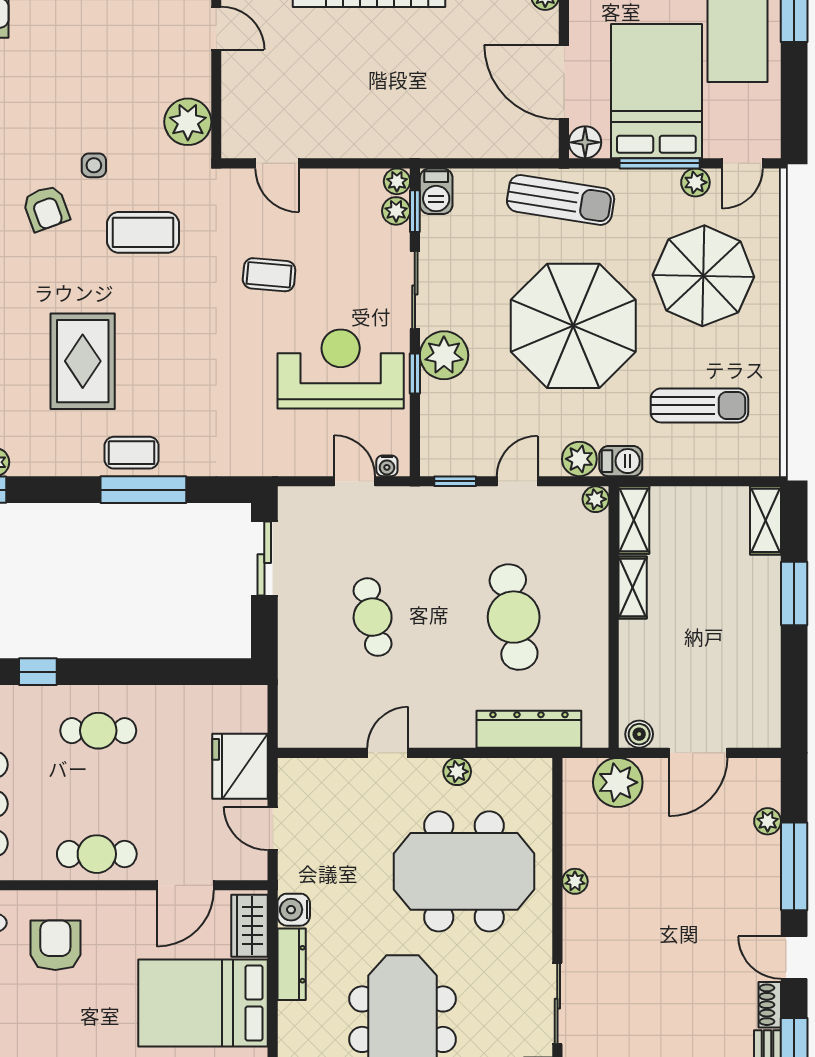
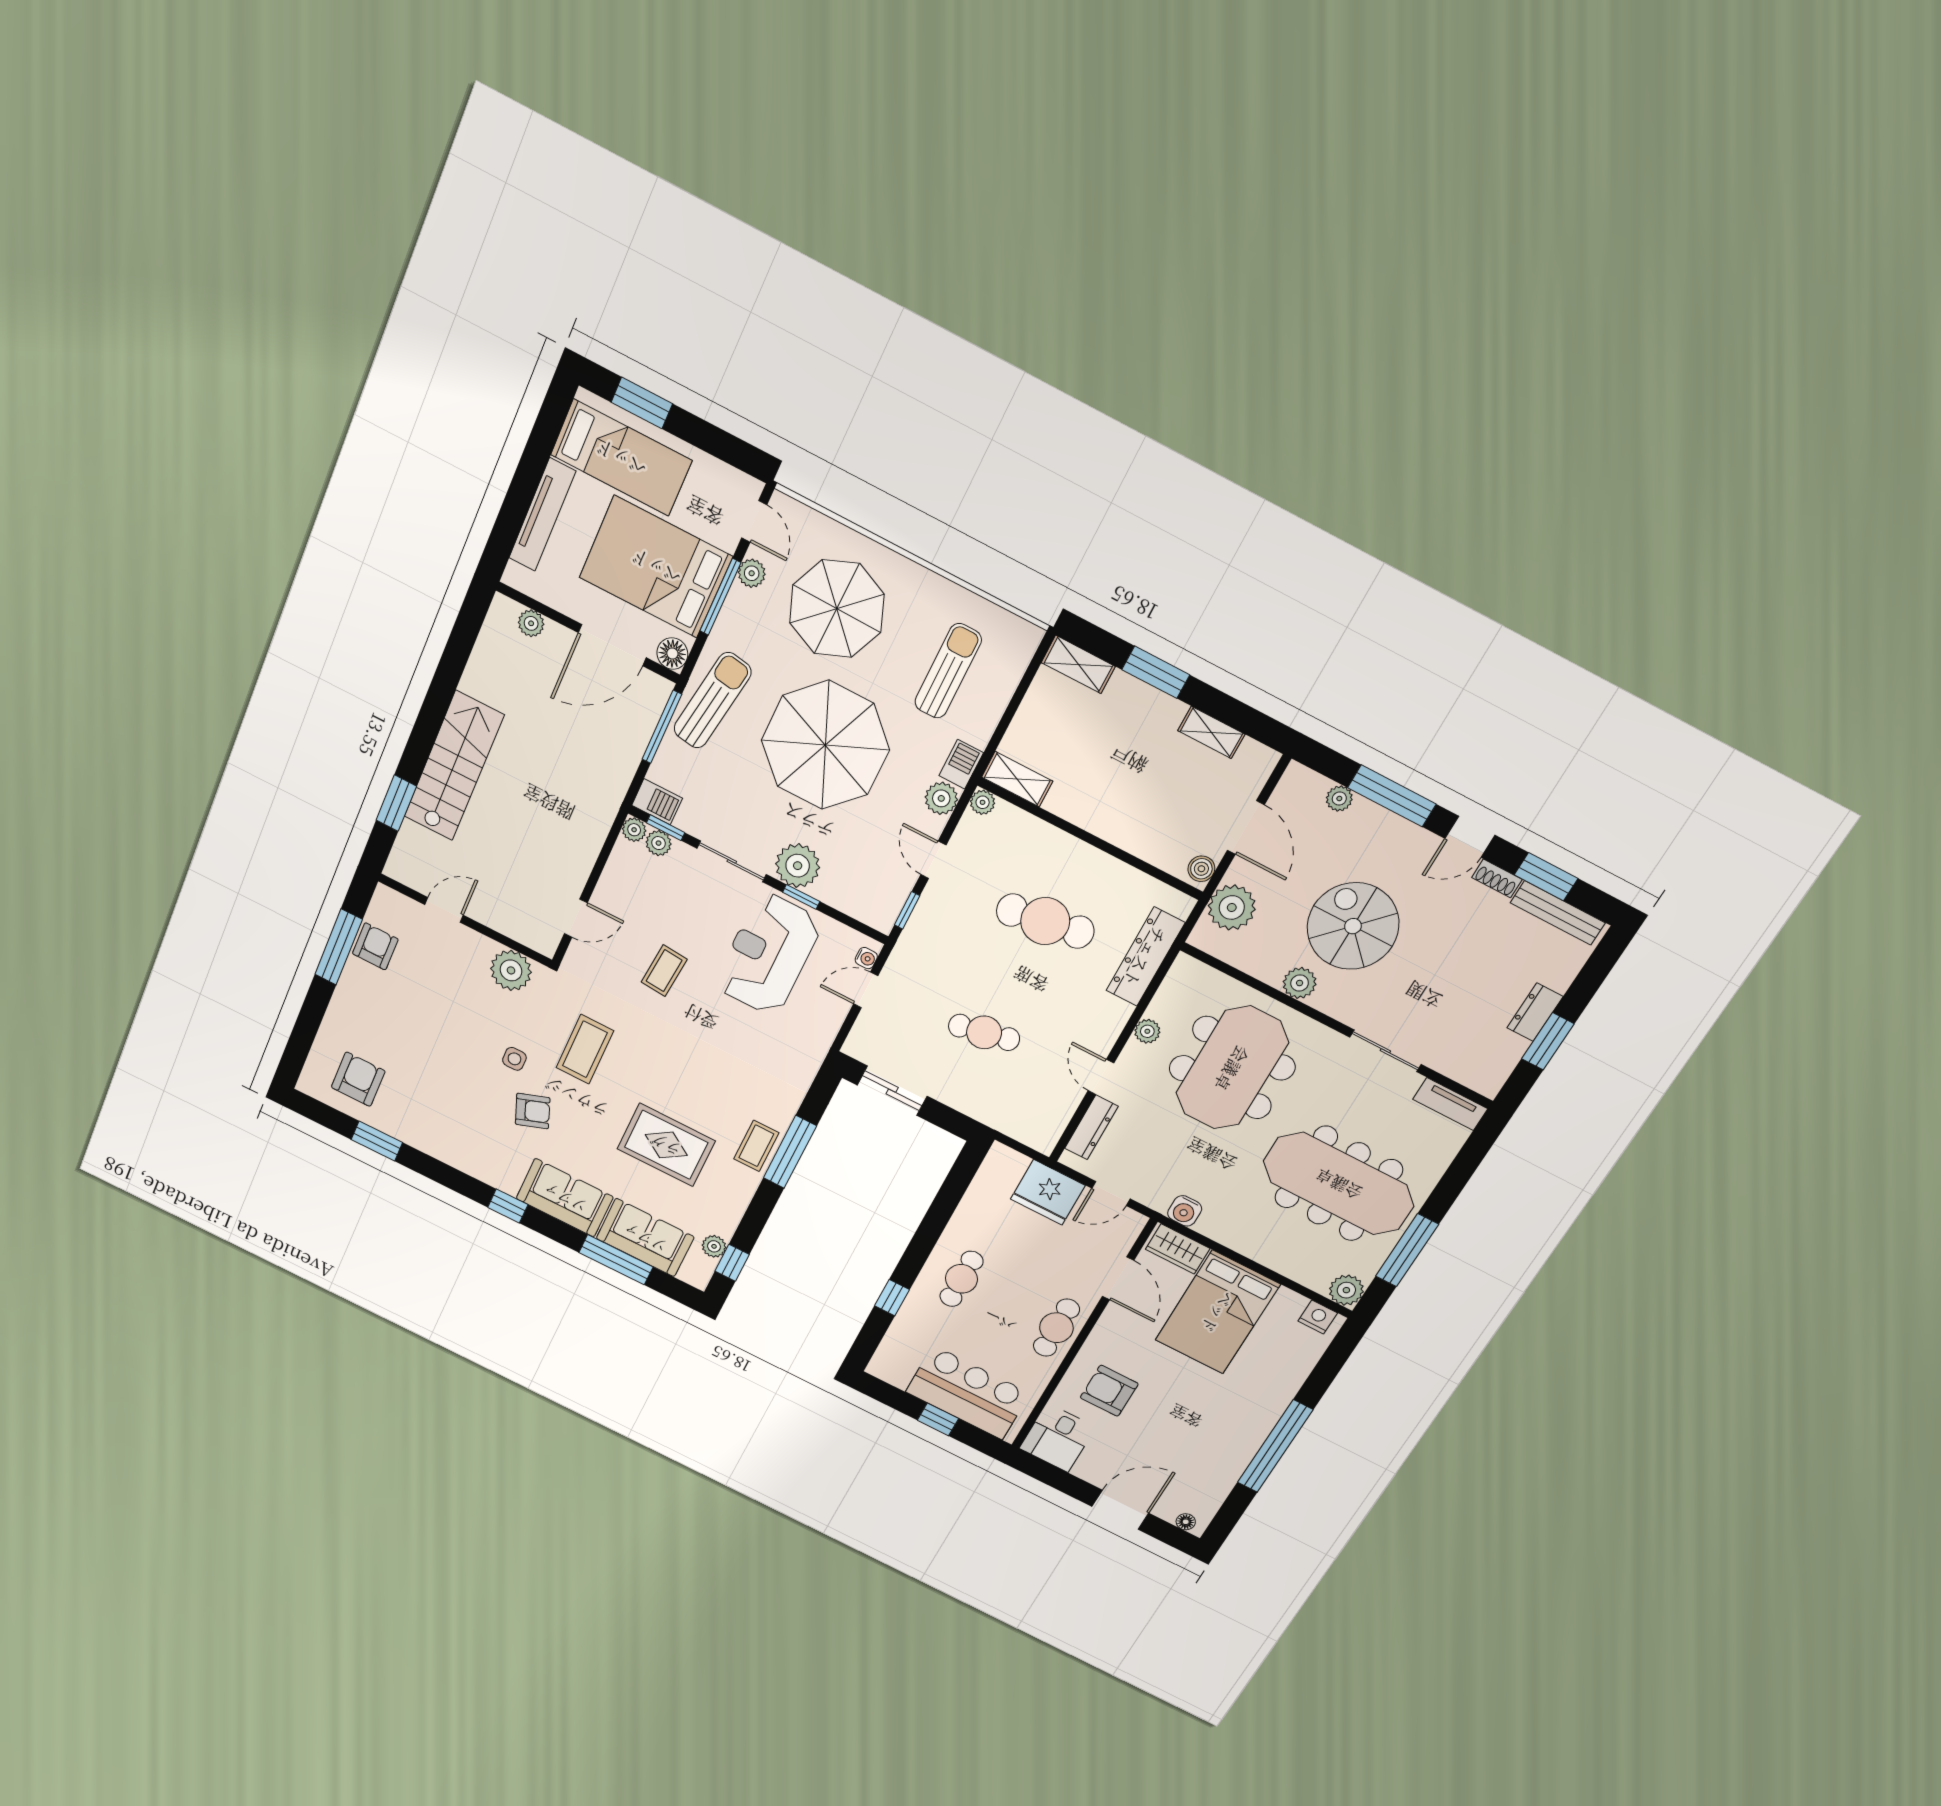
window: (511, 163) -> (662, 727), added
shelving: (633, 588) -> (1211, 732), moved
plant: (575, 881) -> (1300, 983), width x1.38, depth x1.38
spiral stairs: (659, 903) -> (1353, 926), added
dresser: (292, 964) -> (1091, 1127), moved, turned 90

